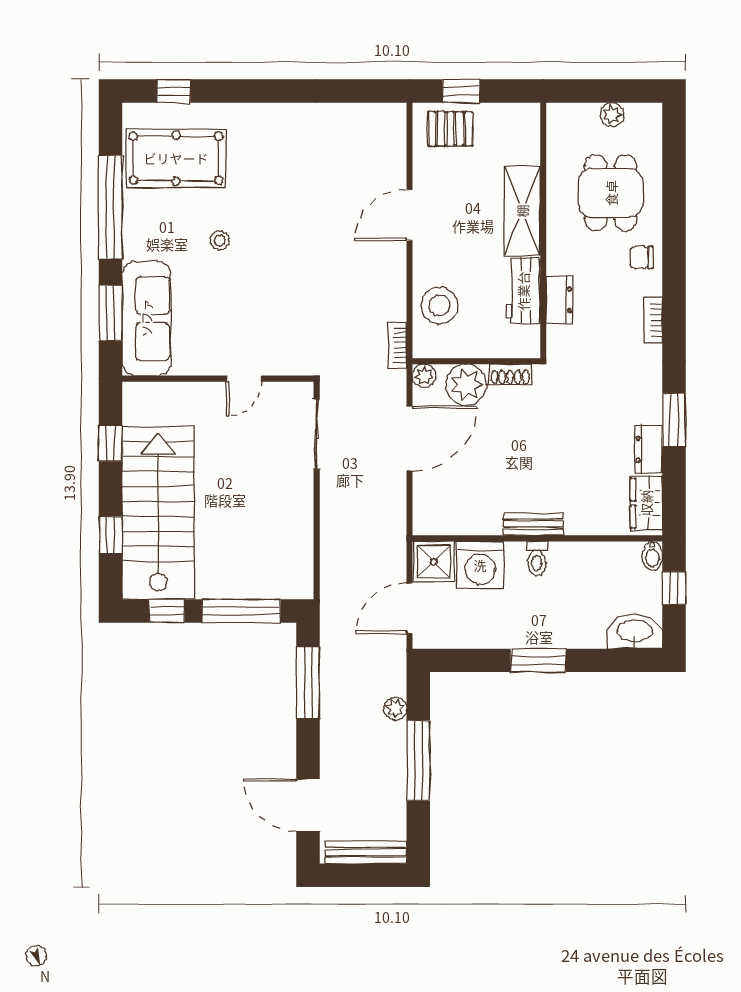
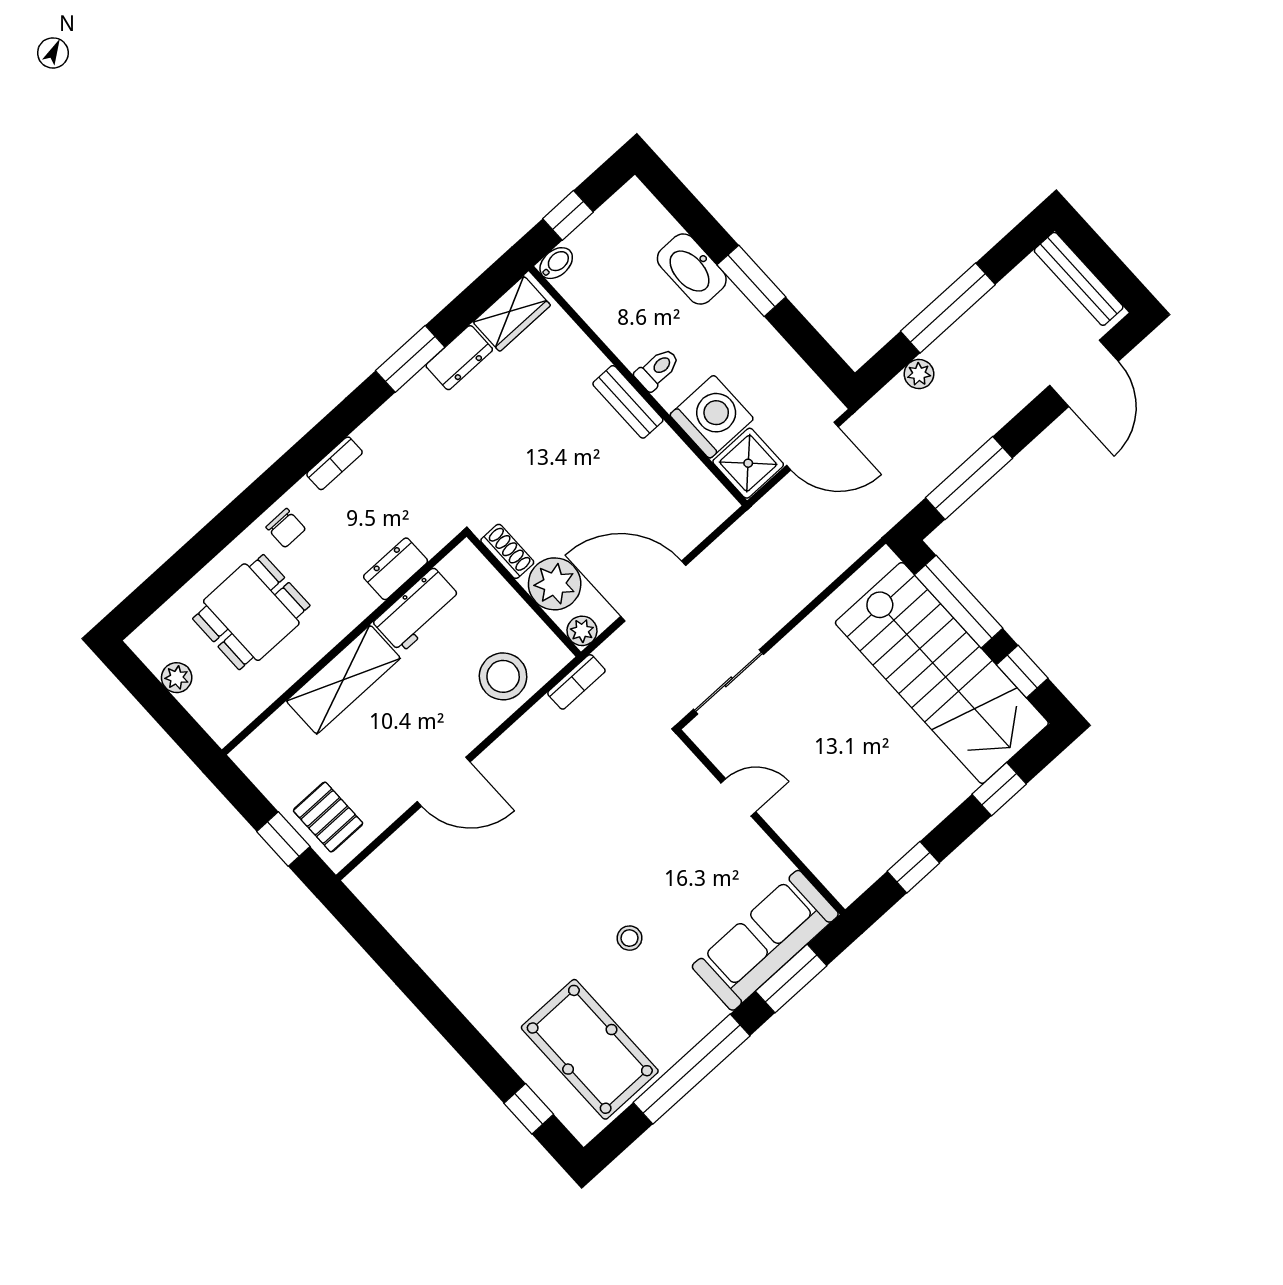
stairs: (158, 513) -> (942, 673), moved, turned -90
washbasin: (635, 632) -> (692, 269), moved

